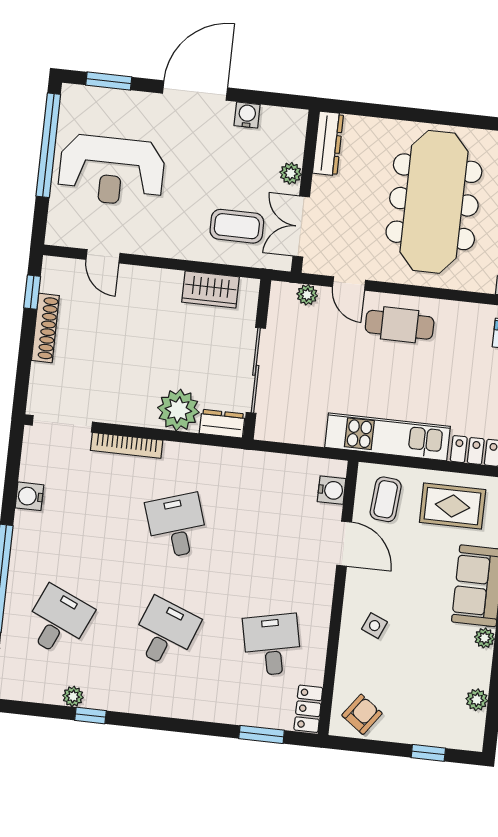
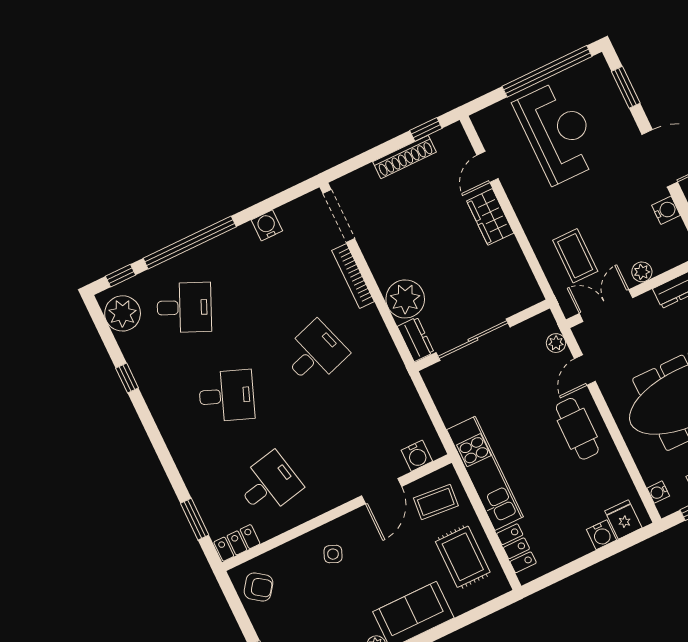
reception desk: (111, 170) -> (558, 132), turned 180
wardrobe: (210, 289) -> (490, 217), moved
plant: (73, 696) -> (123, 313), moved, width x1.88, depth x1.88

